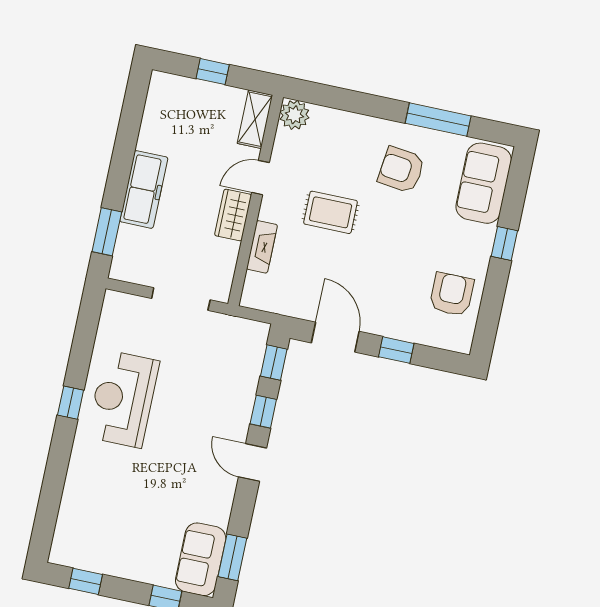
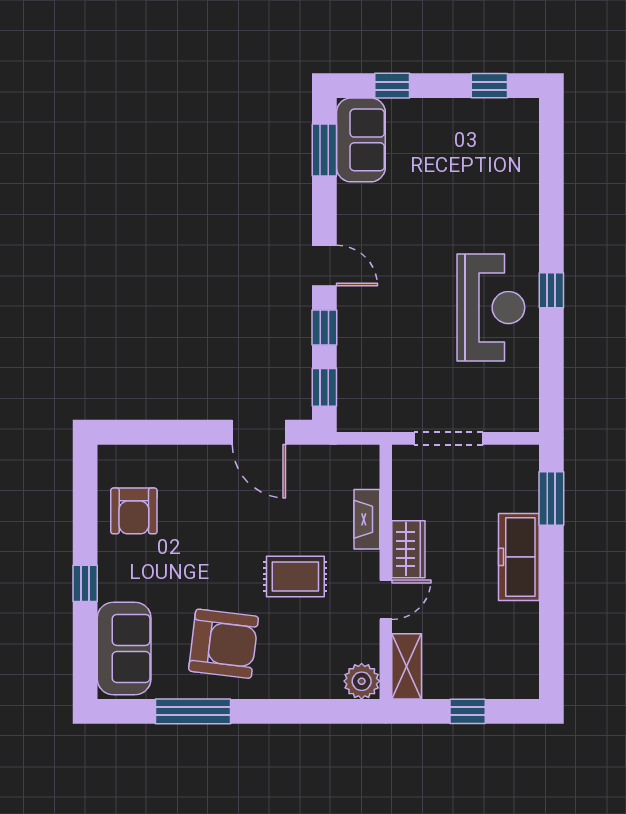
armchair: (401, 170) -> (224, 644), width x1.36, depth x1.36
window: (396, 350) -> (185, 432), removed

